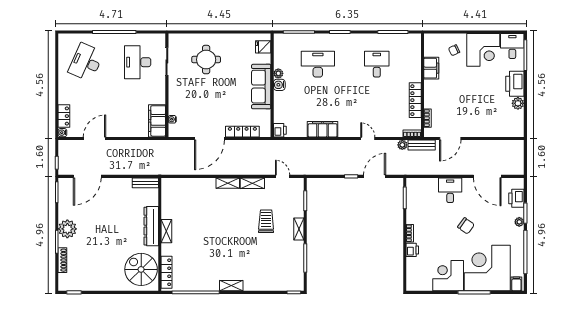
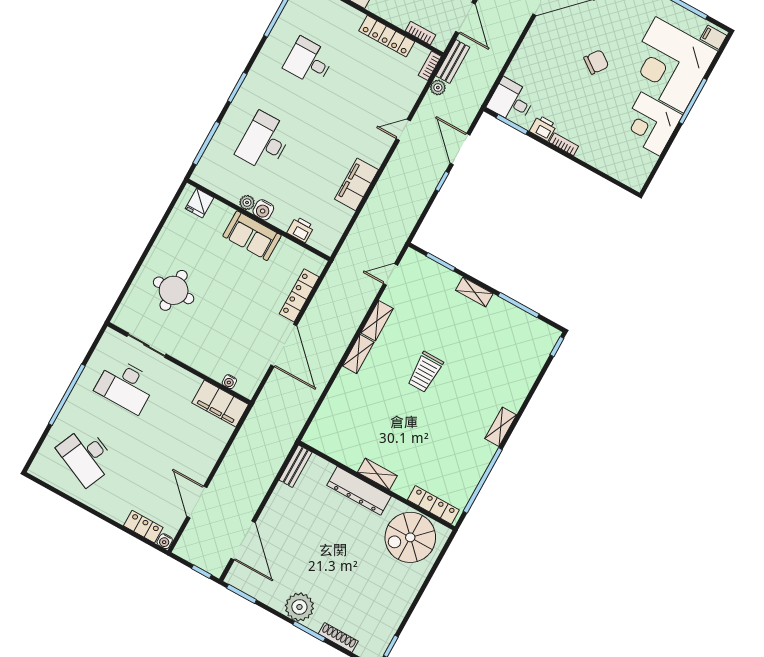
sofa: (261, 87) -> (252, 236), width x0.73
printer: (280, 130) -> (301, 230), moved
desk: (450, 190) -> (511, 101), moved
trolley: (266, 221) -> (425, 372), moved, turned -90
printer: (412, 250) -> (543, 128), moved

